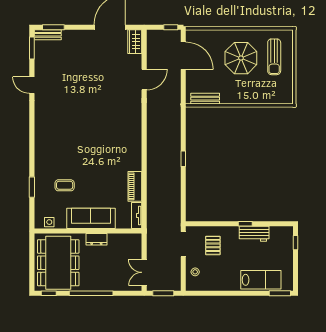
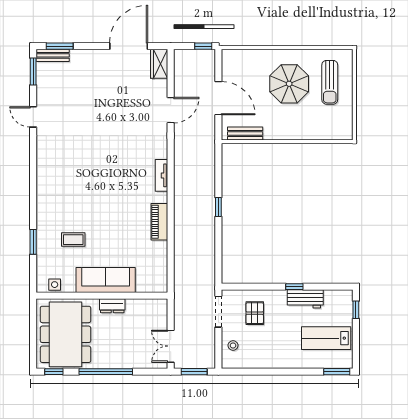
door: (183, 56) -> (218, 98), moved
piano: (135, 186) -> (159, 222), moved
tv unit: (137, 216) -> (162, 175), moved
lab bench: (261, 280) -> (326, 338), moved, turned 180

